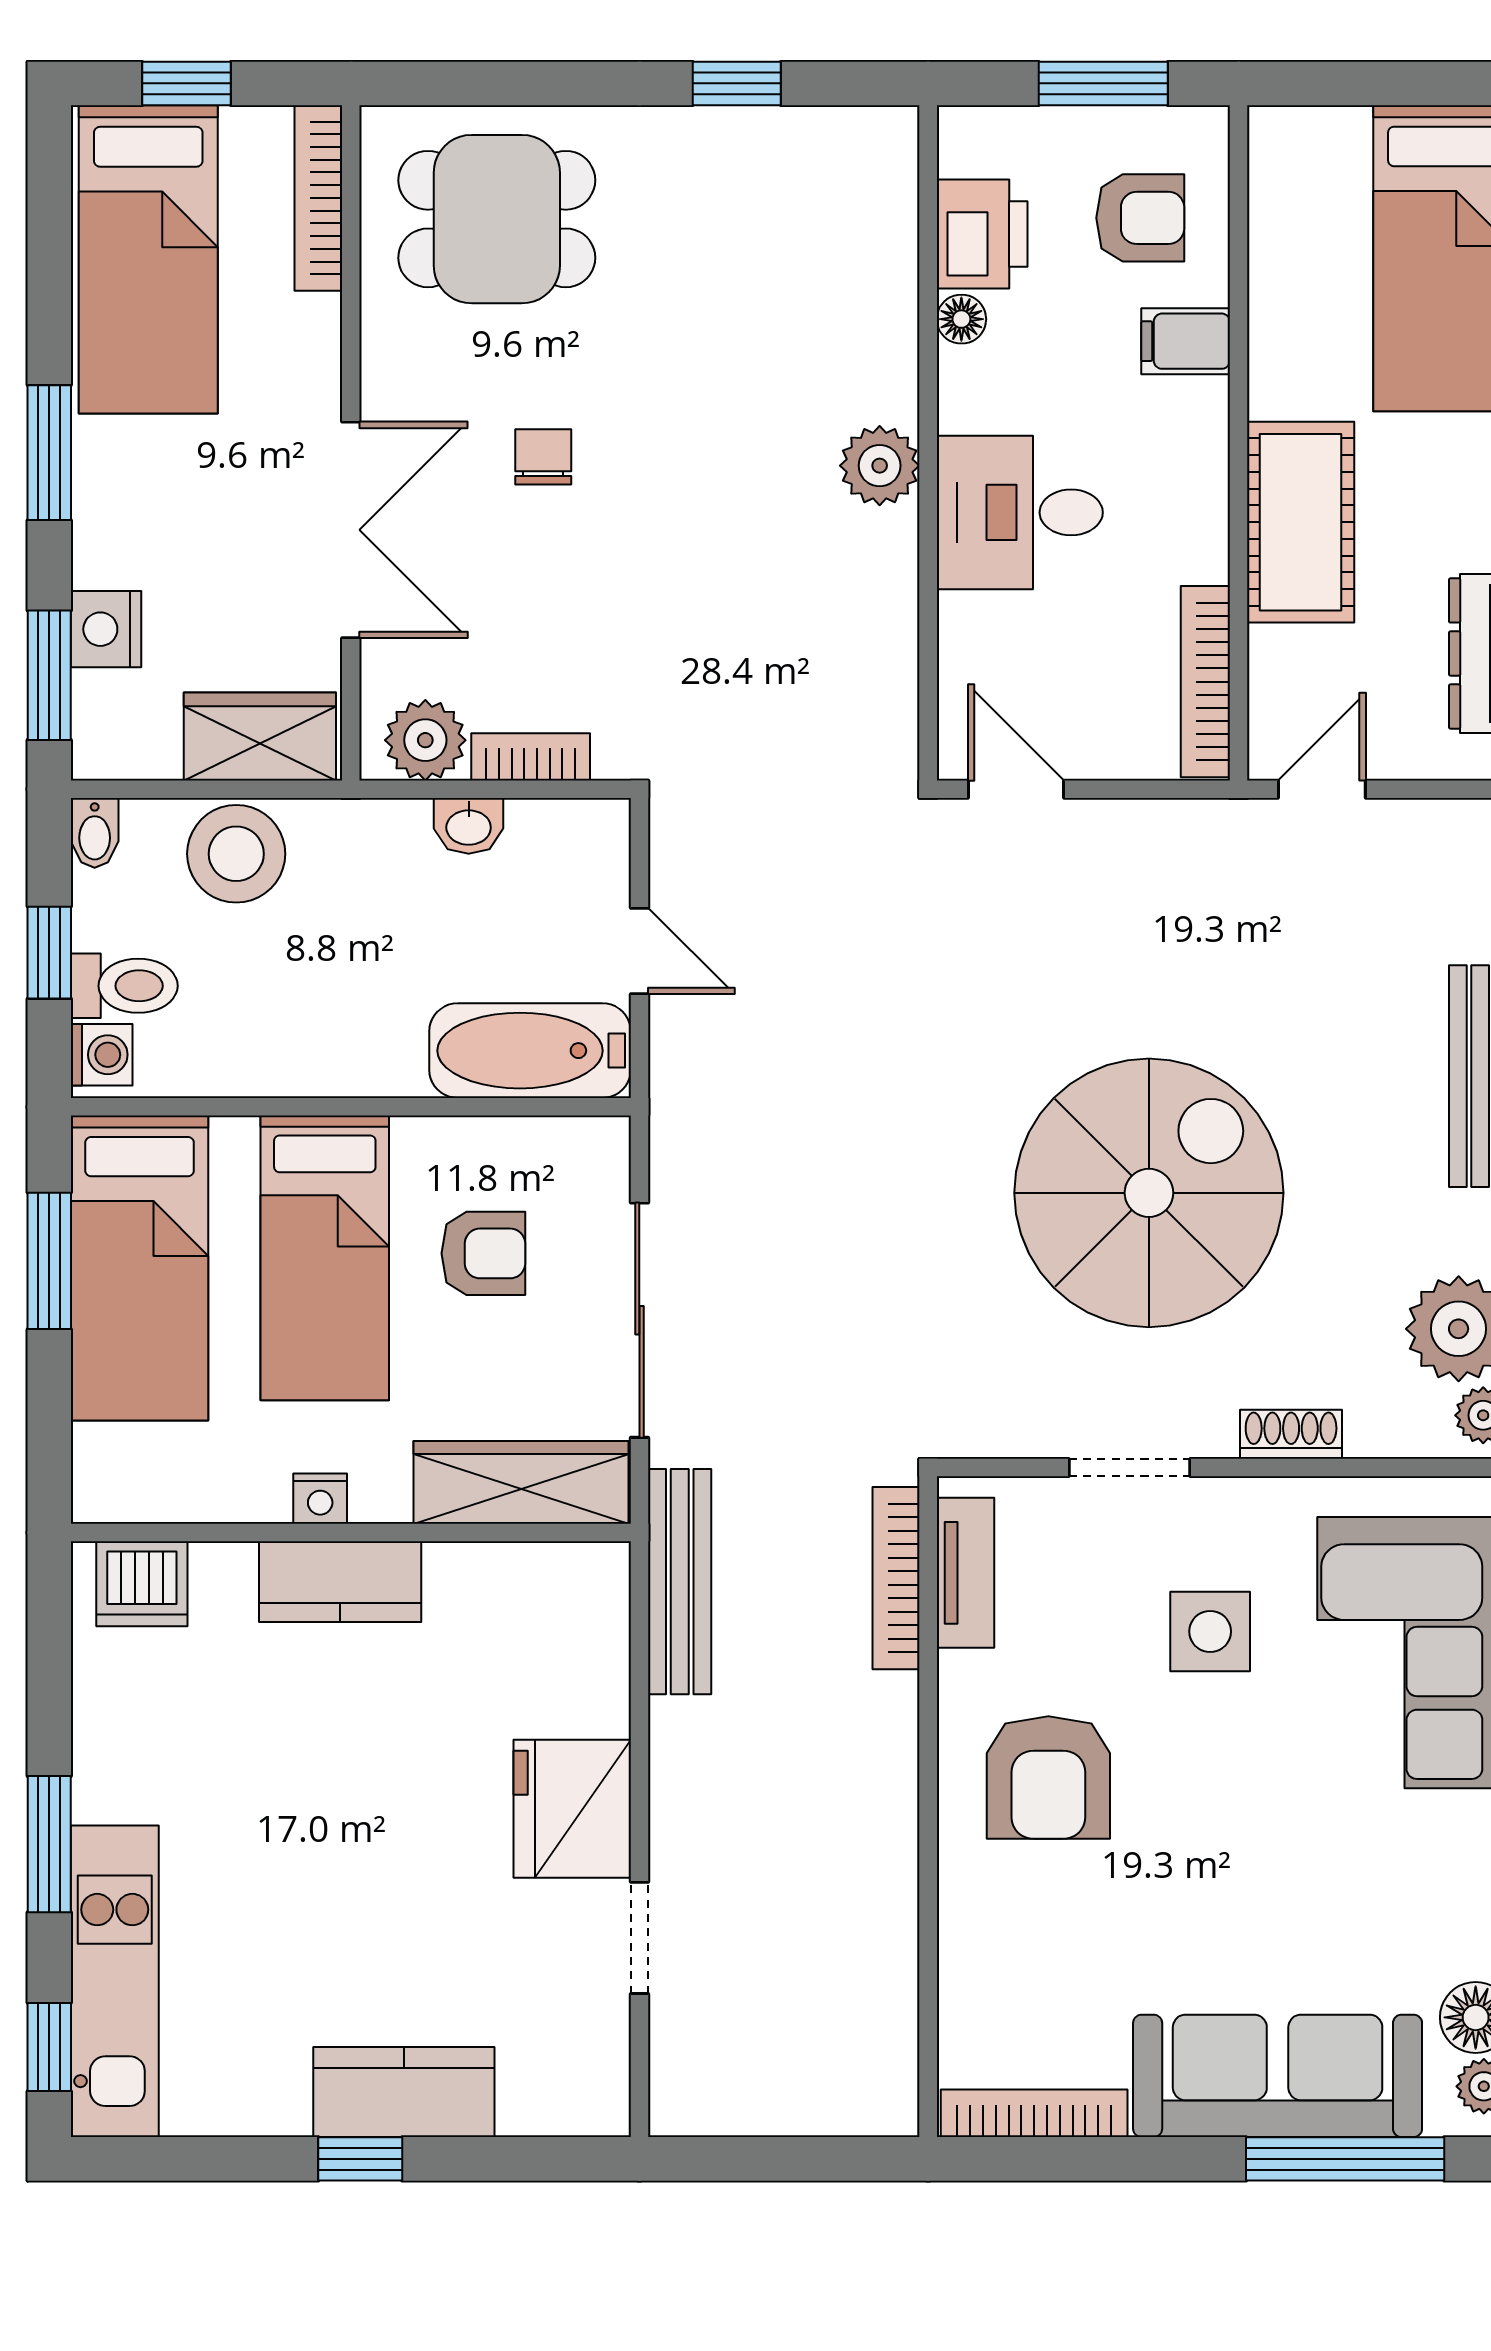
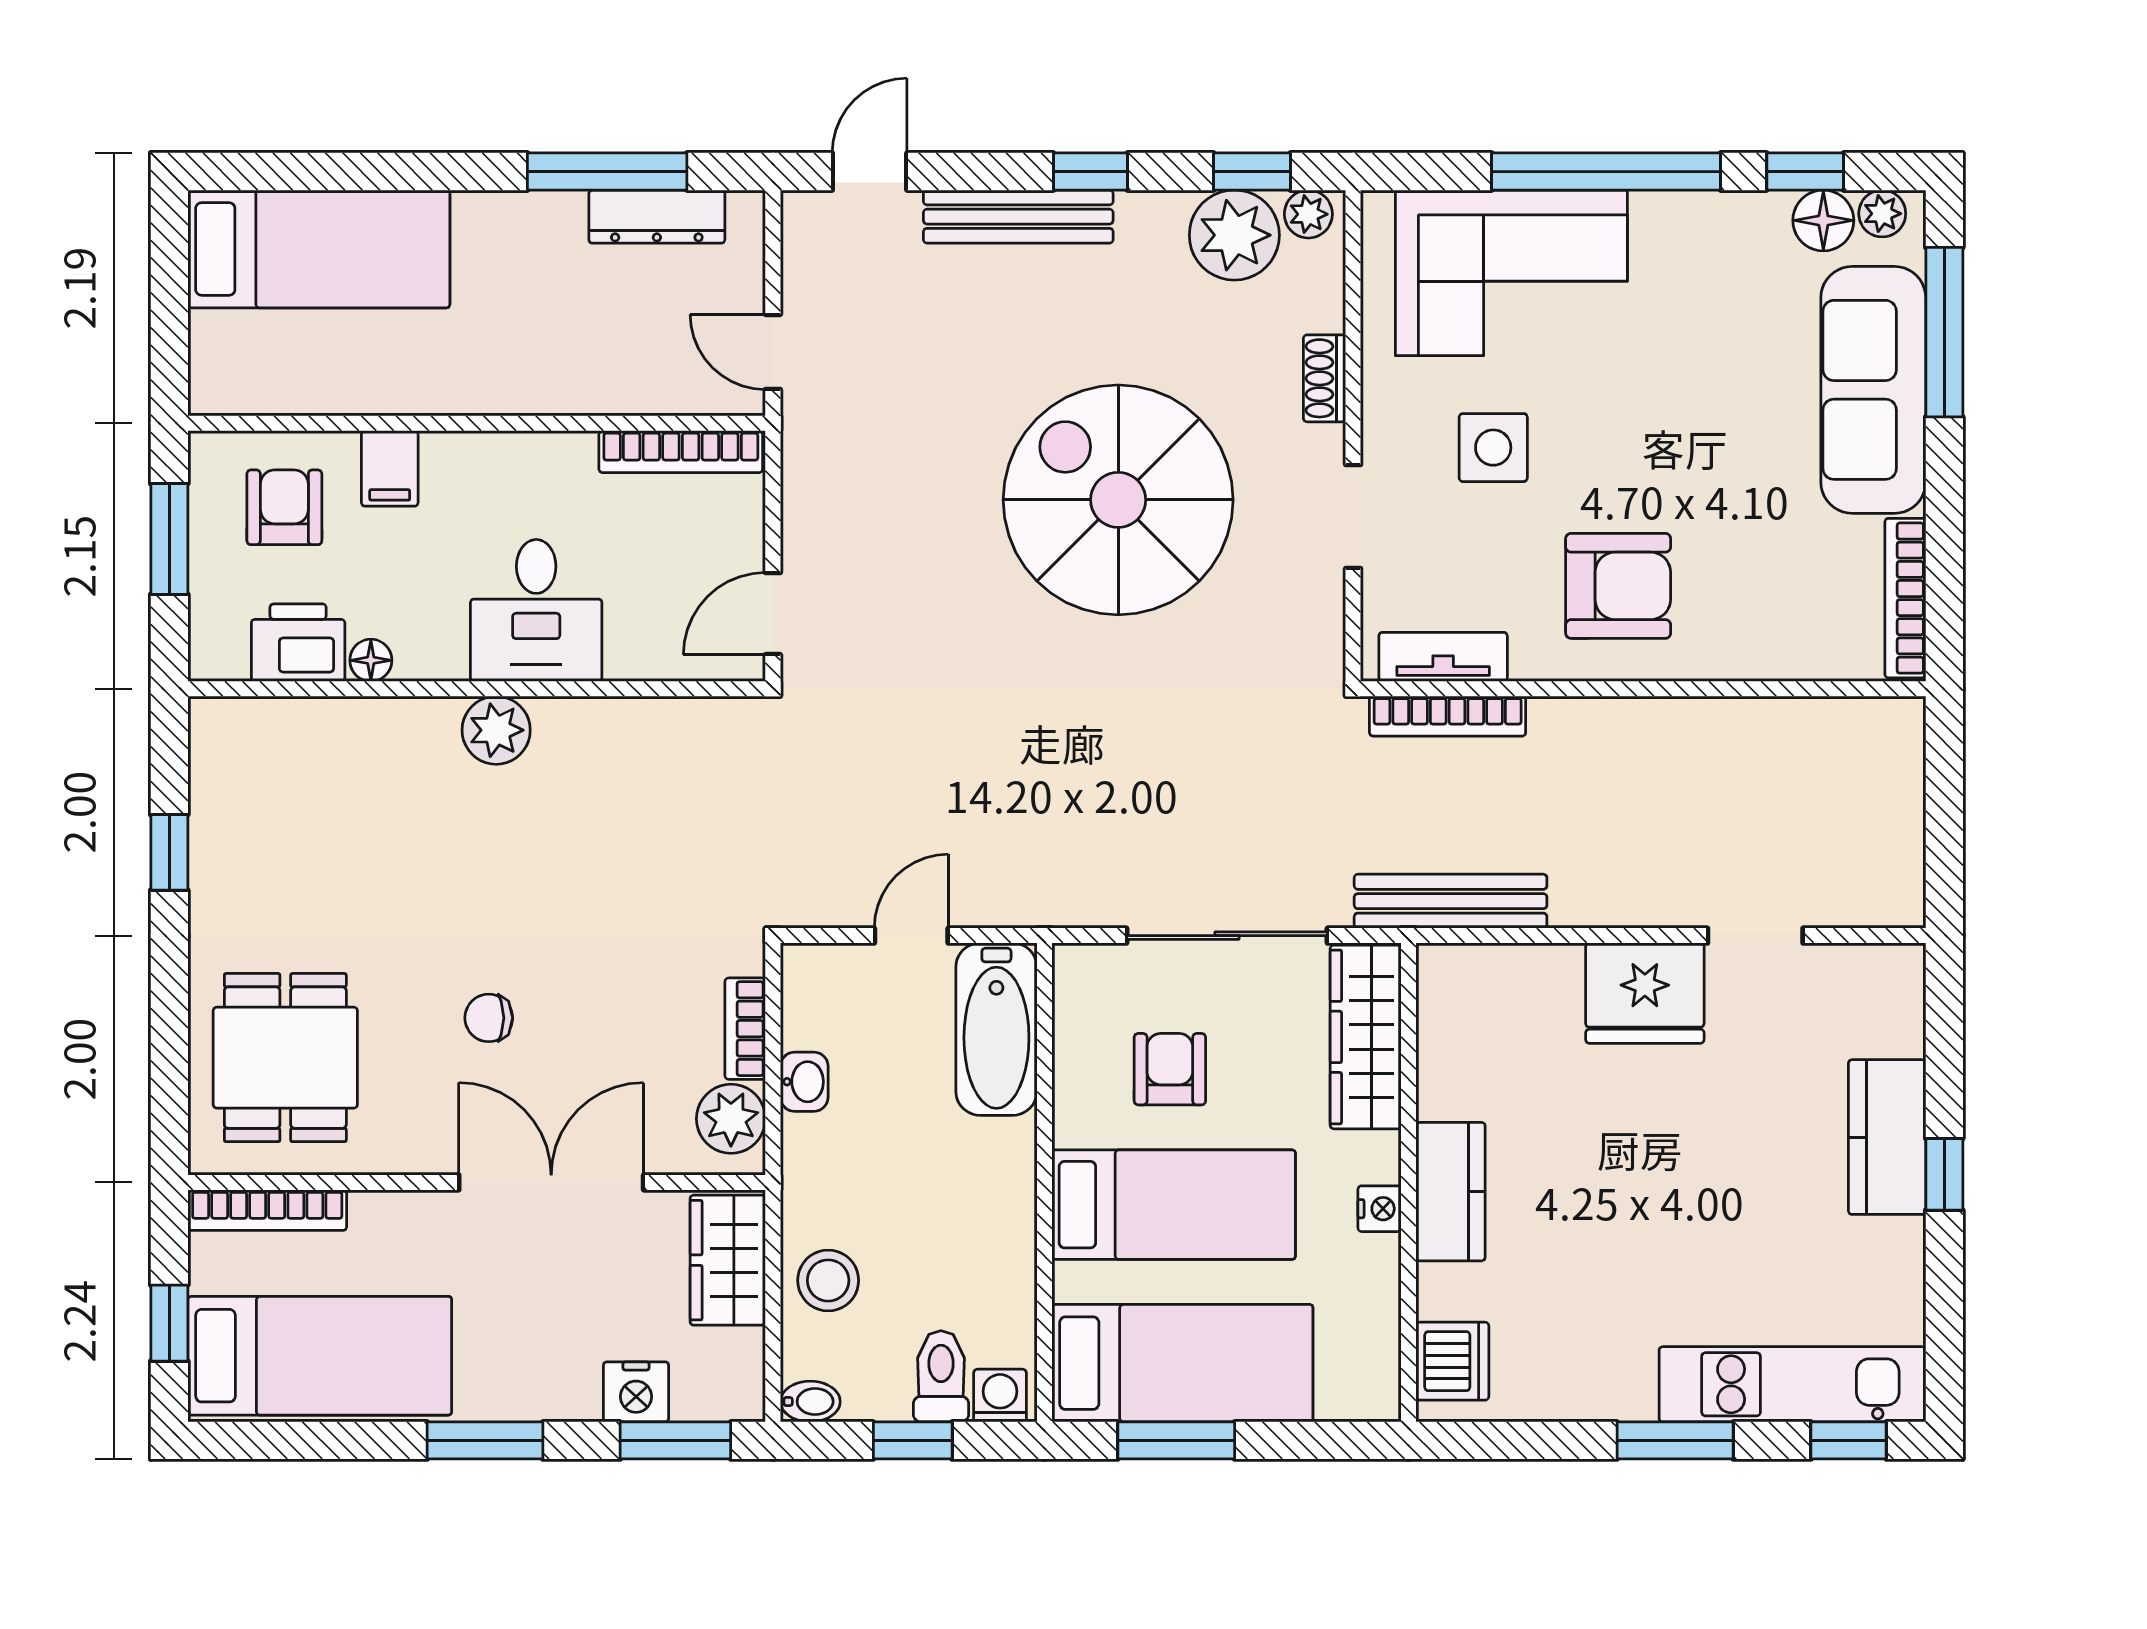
cot: (1301, 522) -> (545, 370), removed
stool: (236, 854) -> (828, 1280), width x0.73, depth x0.73

